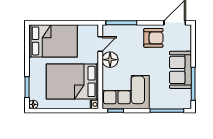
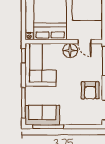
sofa: (180, 70) -> (42, 115), moved

